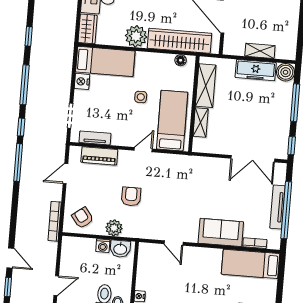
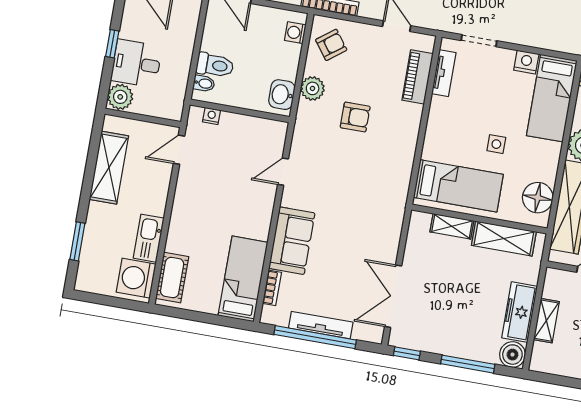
floor lamp: (181, 60) -> (538, 198), width x1.89, depth x1.89
door: (143, 150) -> (421, 141), removed
washing machine: (103, 246) -> (295, 33), moved

